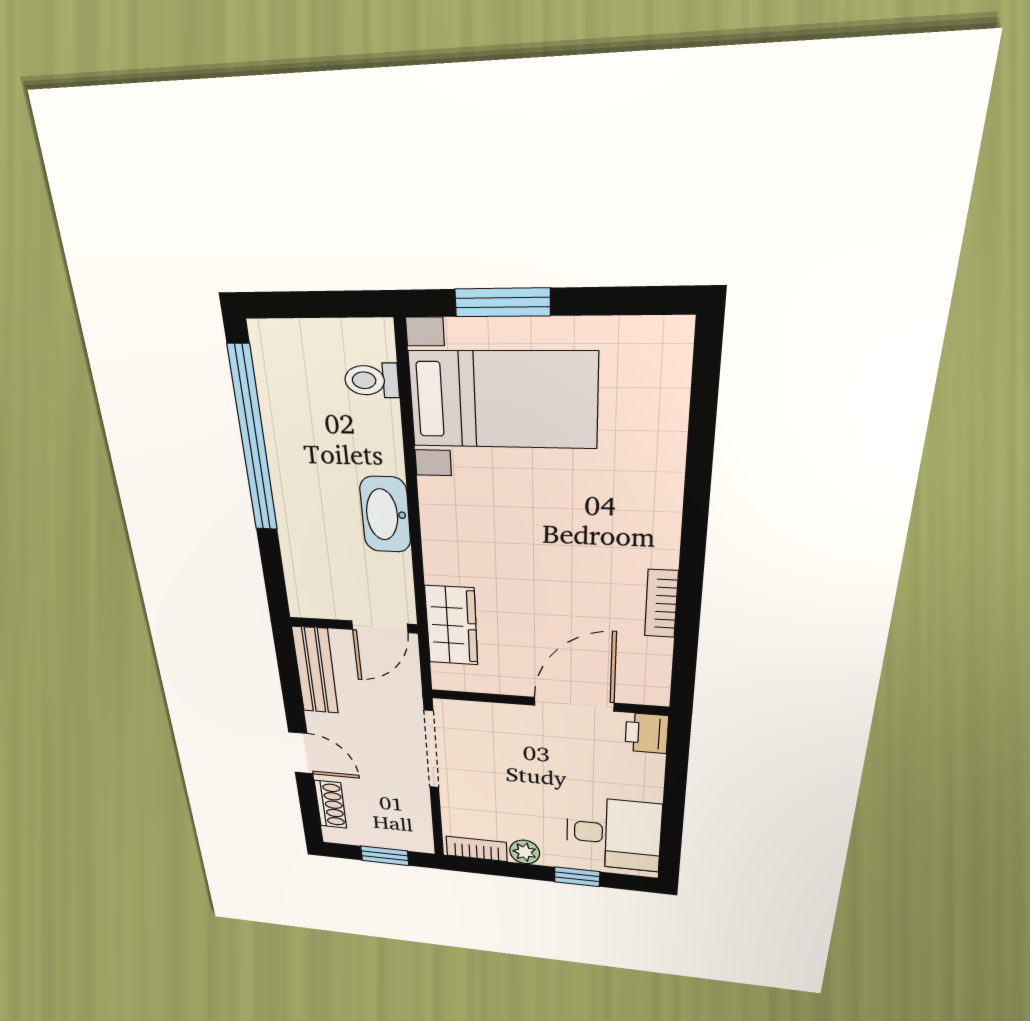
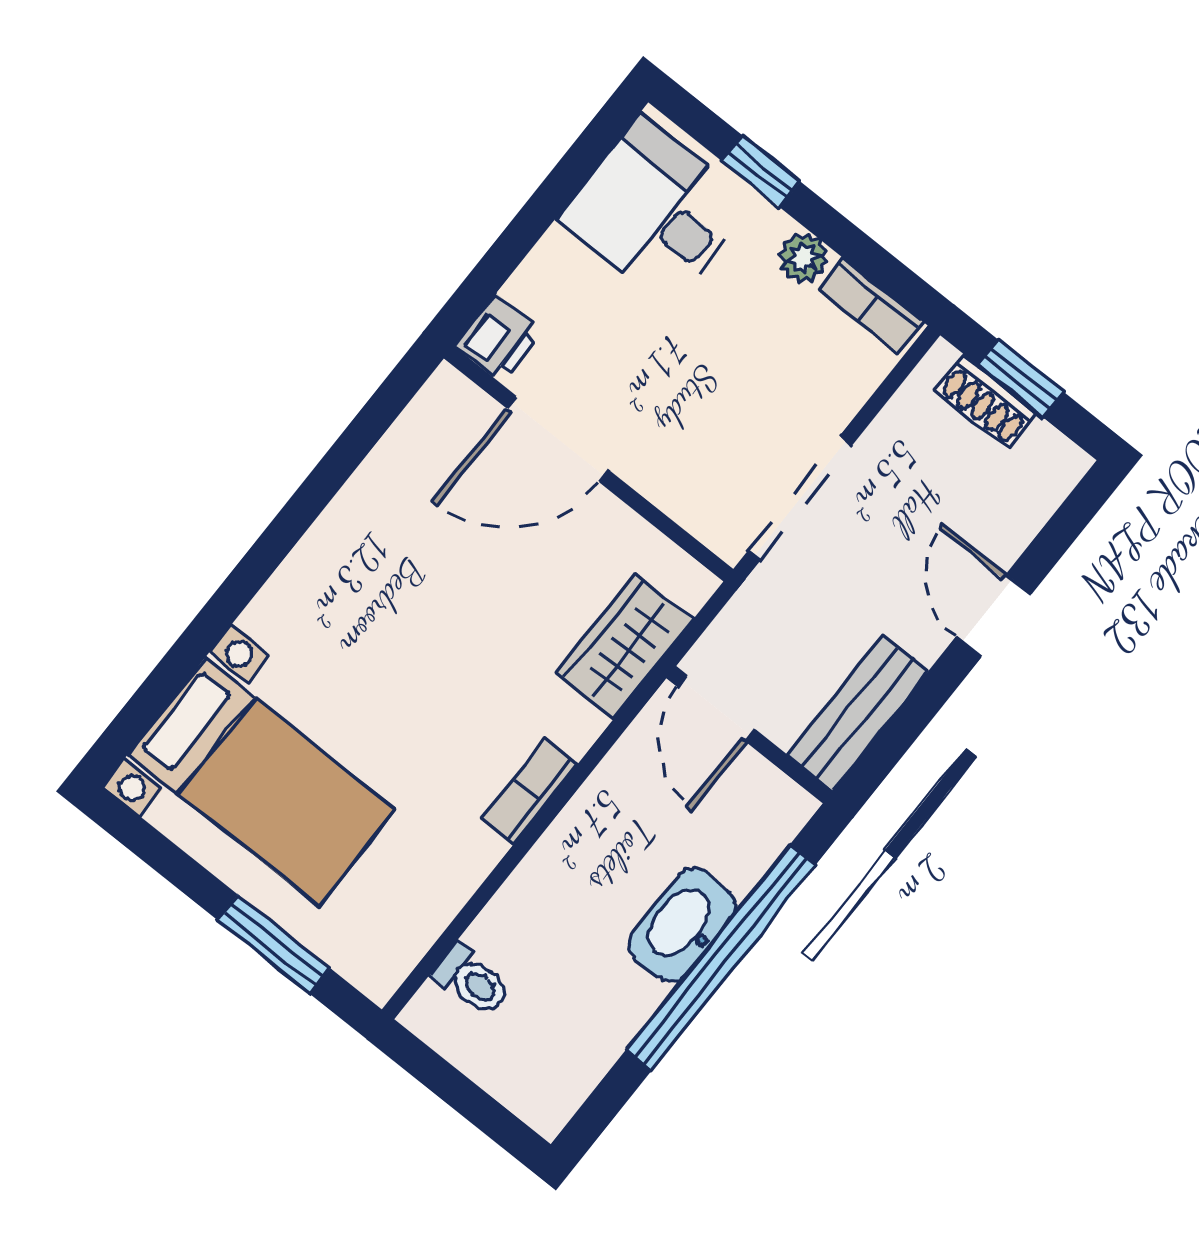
bed with nightstands: (503, 400) -> (262, 782), moved, turned 180
window: (253, 440) -> (721, 957), moved
washbasin: (385, 515) -> (682, 925), moved, turned 180
bookcase: (661, 604) -> (530, 792), moved, turned 180
door: (380, 627) -> (717, 708), swing flipped
shoe rack: (331, 804) -> (986, 402), moved, turned -90

